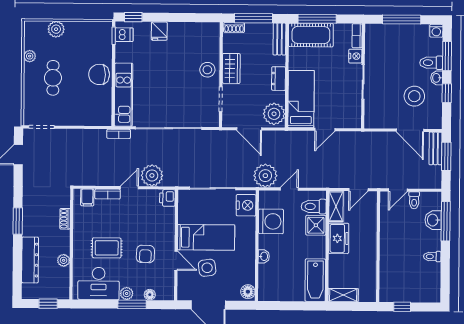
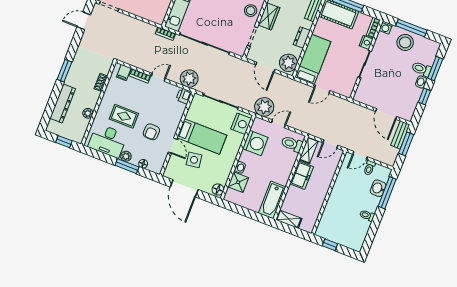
washing machine: (436, 31) -> (386, 27), moved
stool: (414, 96) -> (405, 42), moved
plant: (152, 175) -> (189, 79), moved
shower: (316, 225) -> (238, 182), moved

